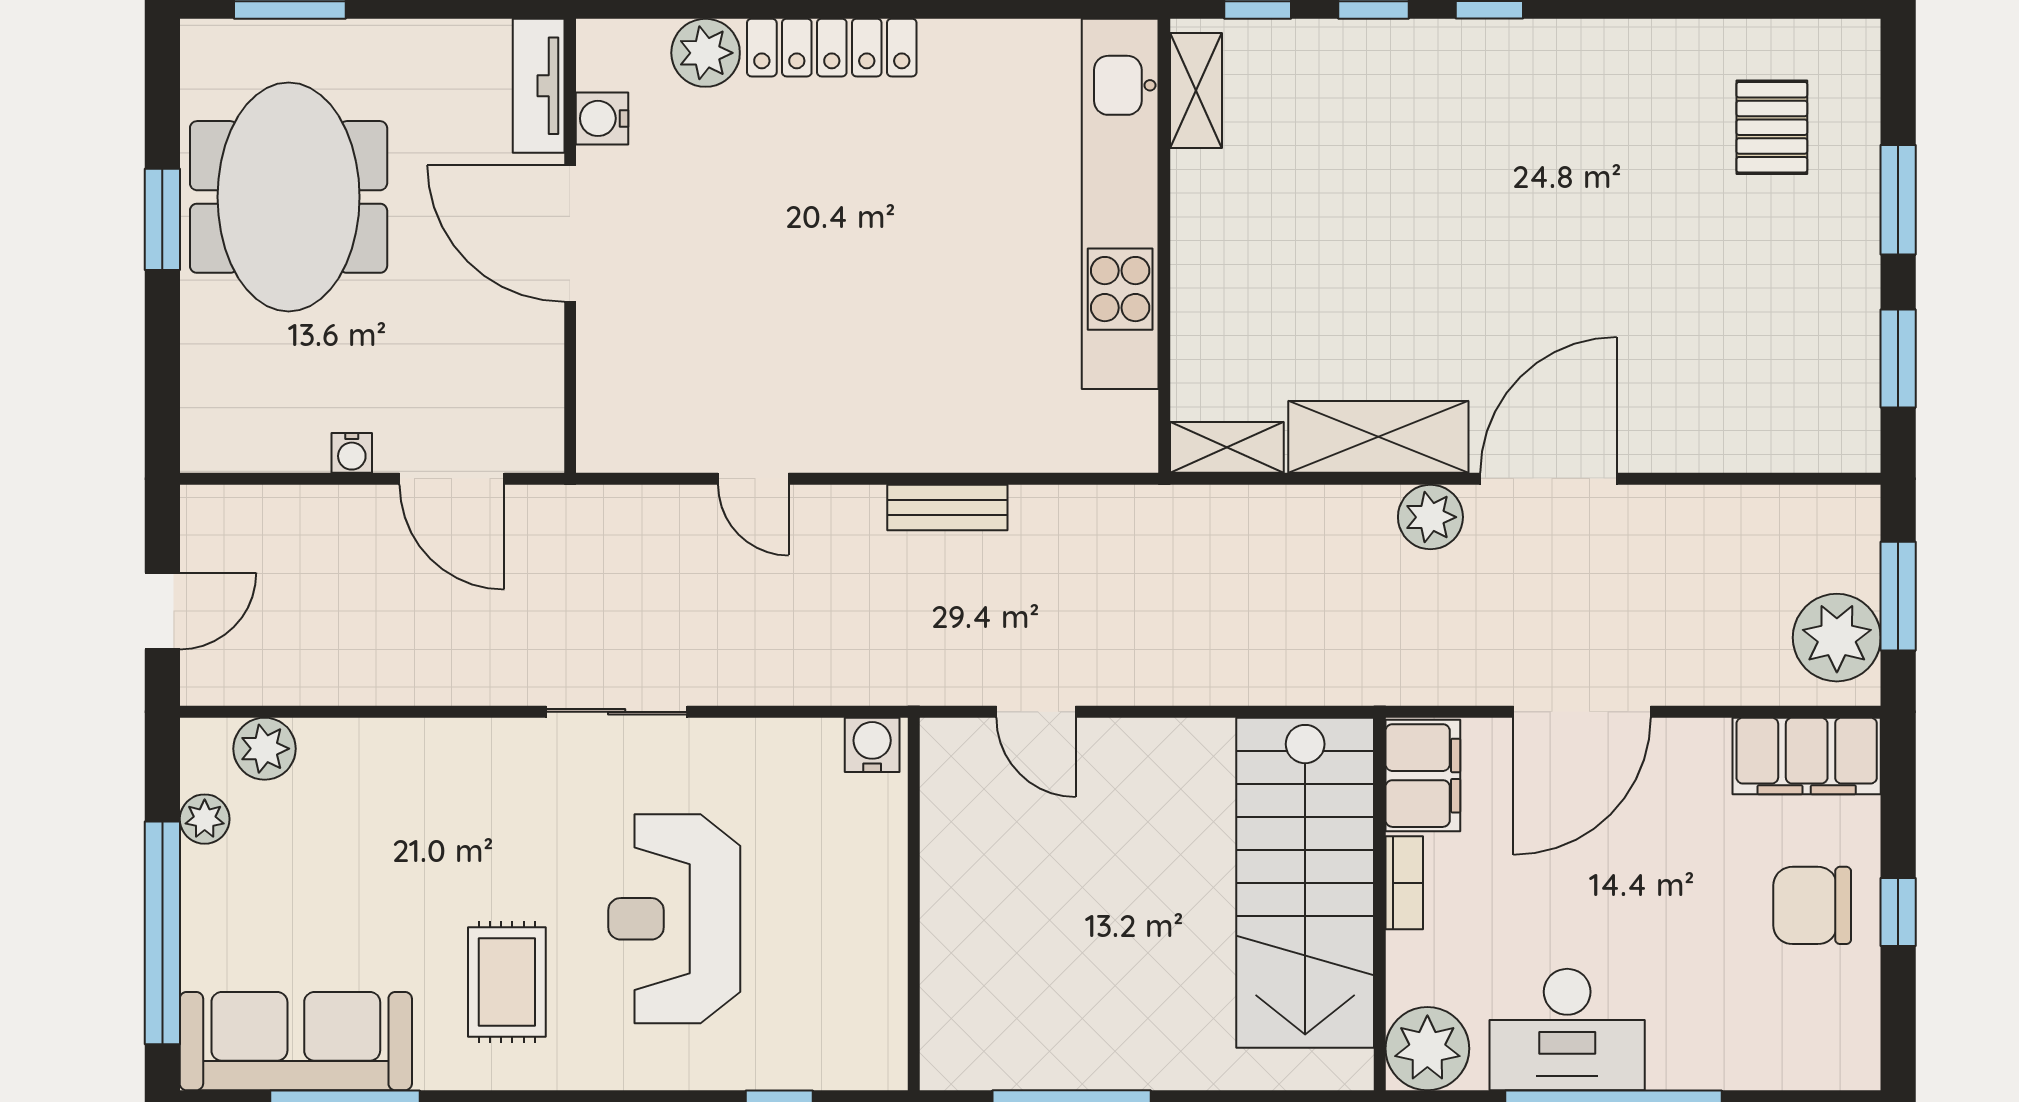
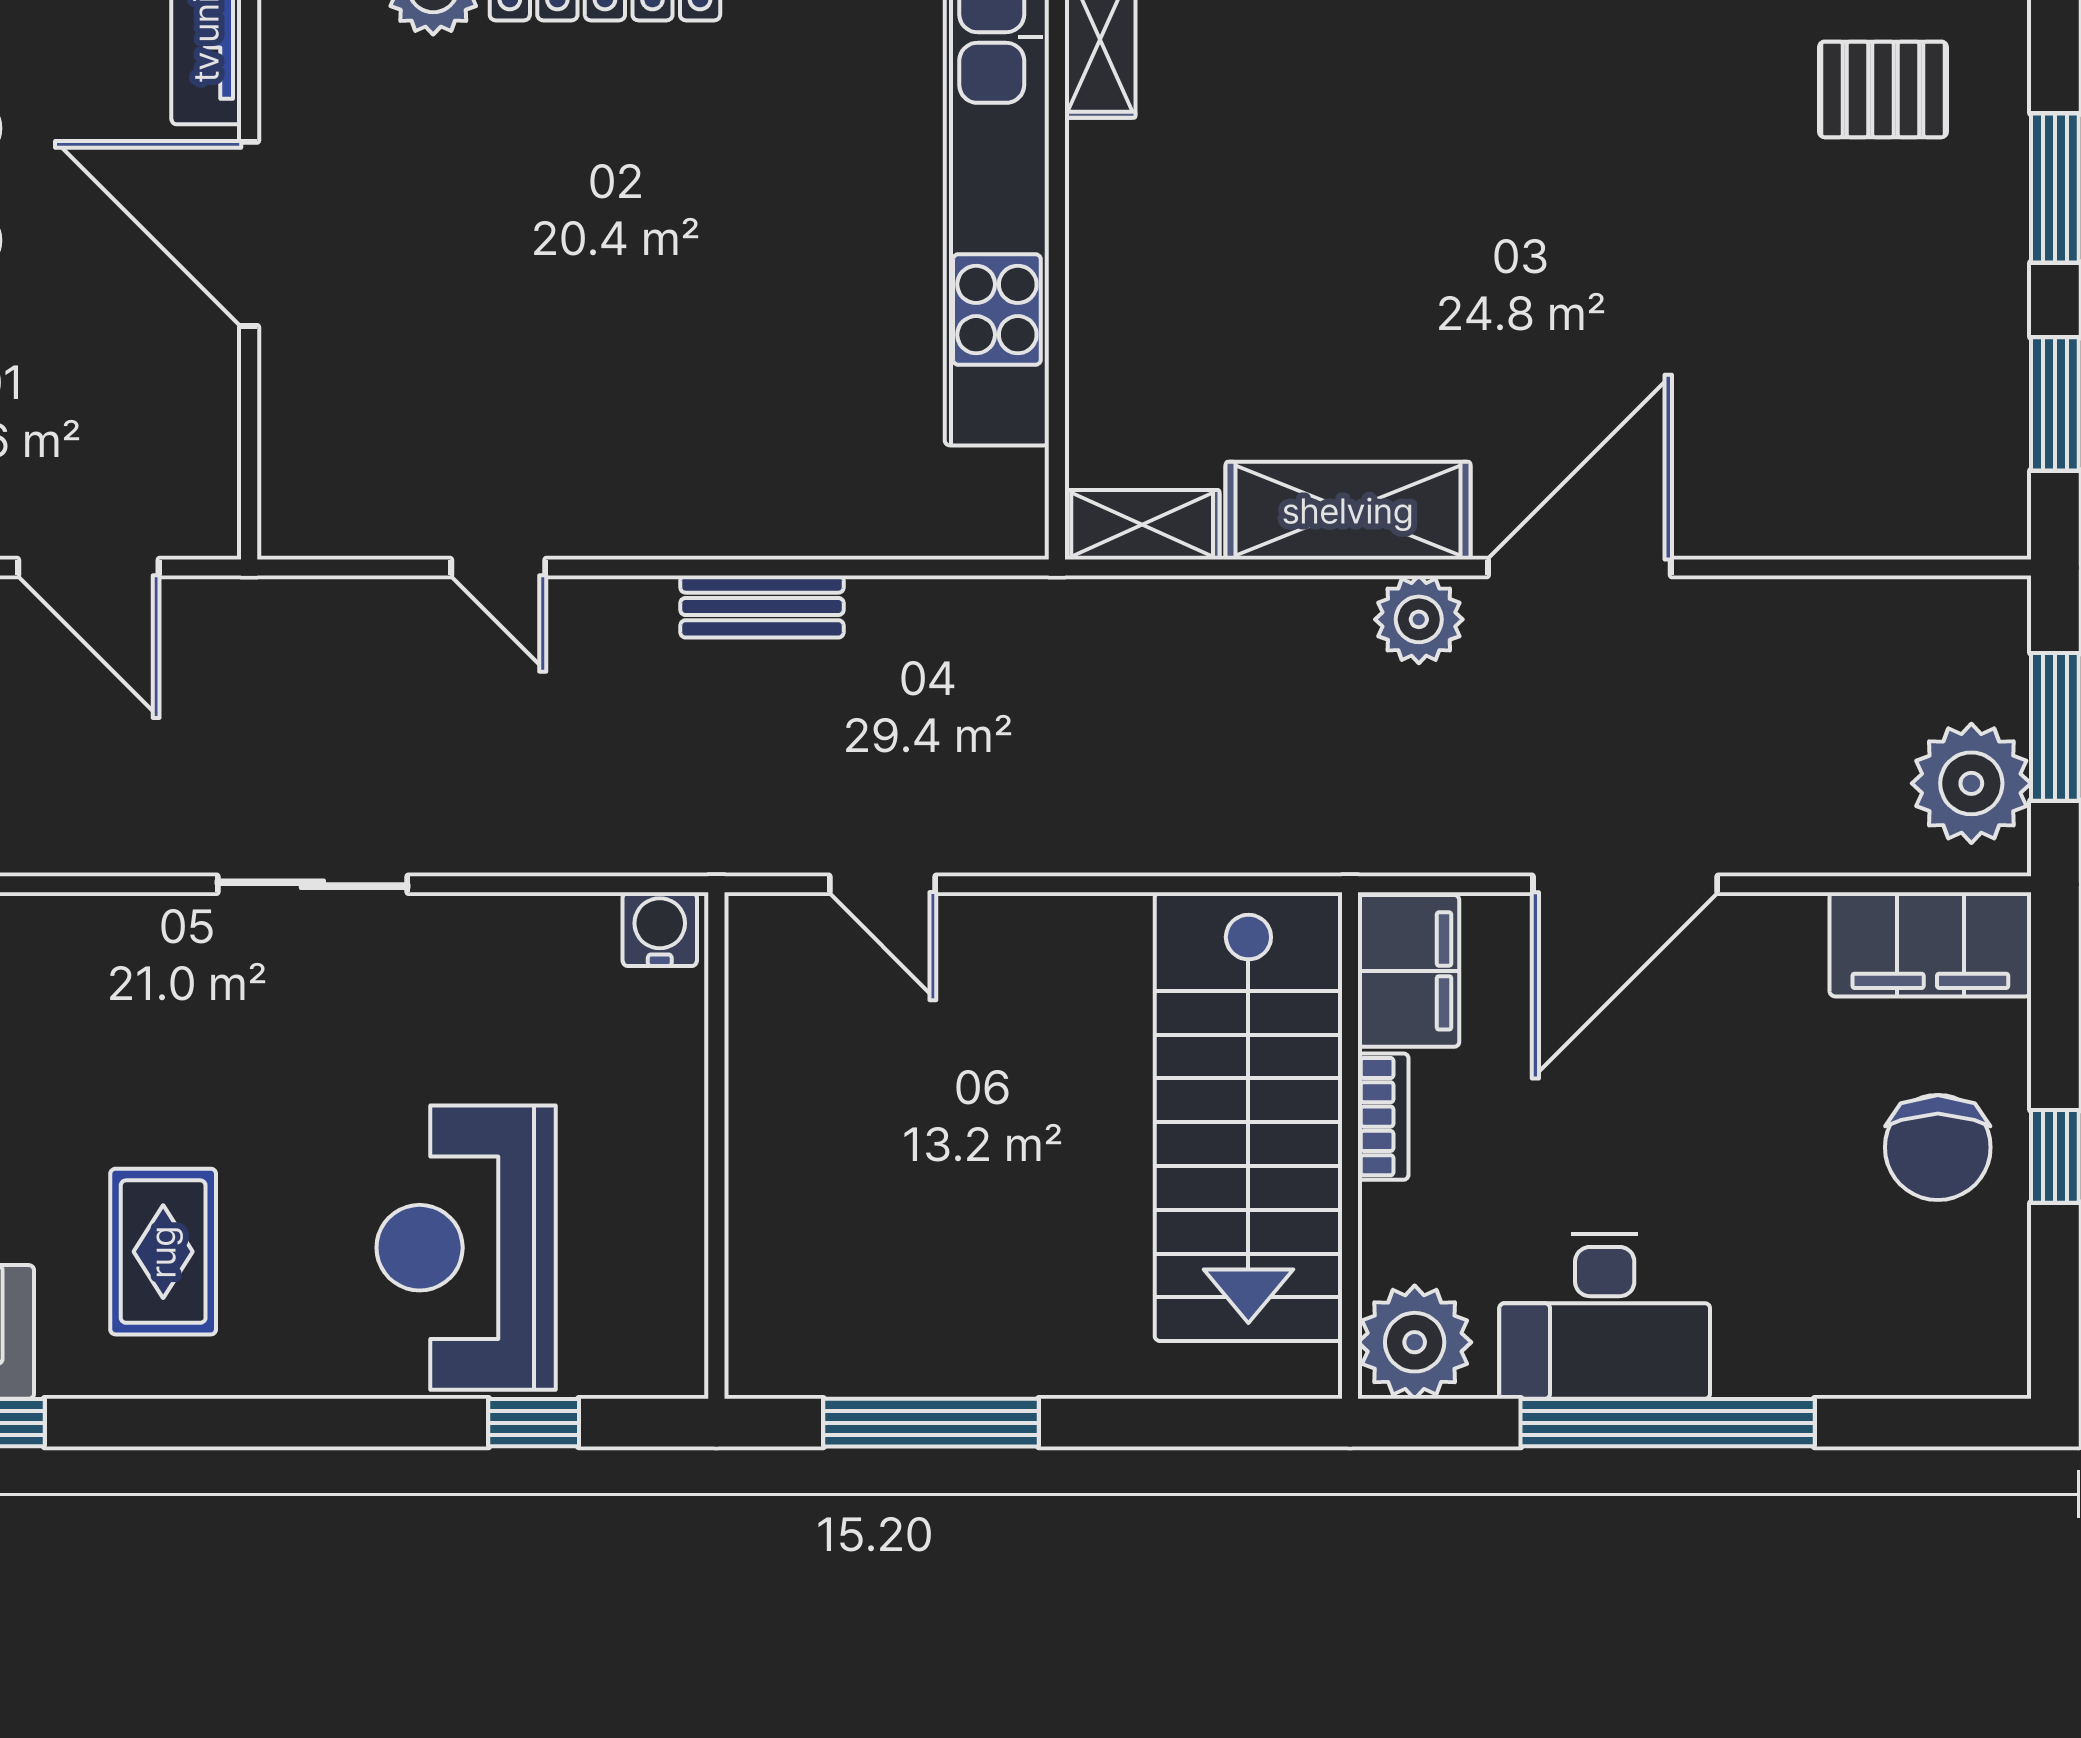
water cooler: (602, 118) -> (293, 77), removed
pallet: (1772, 127) -> (1883, 89), turned 90
chair: (1812, 905) -> (1938, 1147), turned -90
reception desk: (674, 919) -> (466, 1248), moved

